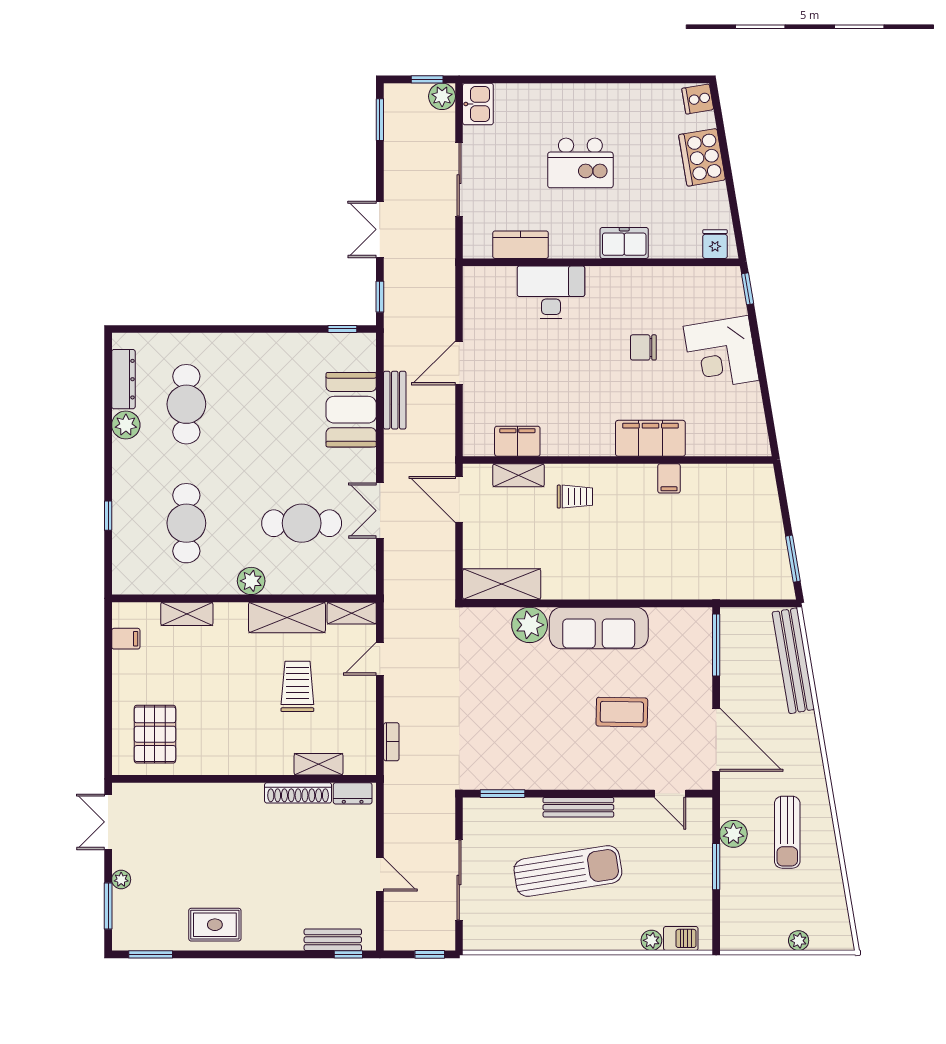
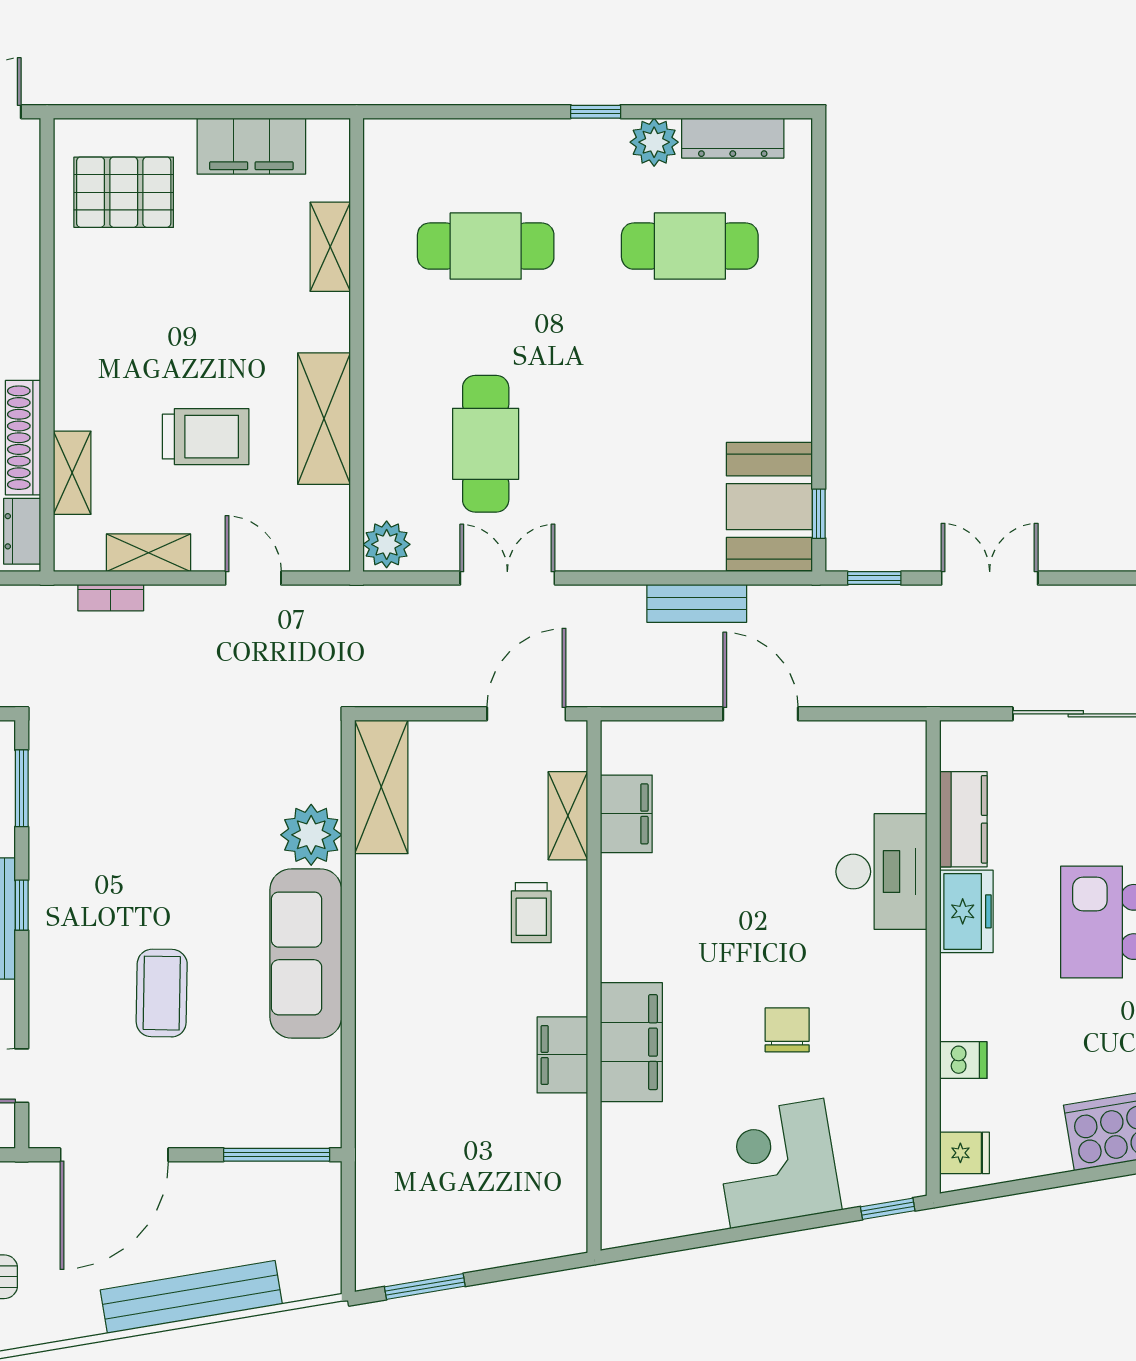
freezer: (624, 243) -> (966, 911), moved
dishwasher: (661, 245) -> (963, 1060), added
booth: (351, 410) -> (769, 507), moved, turned 90
filing cabinet: (669, 478) -> (562, 1055), width x2.00
window: (108, 516) -> (596, 112), moved
plant: (251, 581) -> (387, 544), moved
shelving: (352, 613) -> (149, 553), moved, turned 90
filing cabinet: (126, 639) -> (251, 146), width x3.00, depth x1.17
bench: (793, 661) -> (191, 1297), moved
window: (571, 794) -> (22, 905), added

